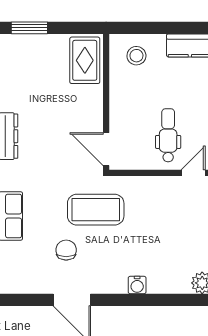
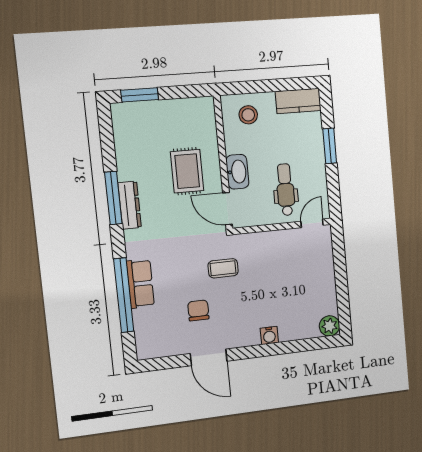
rug: (85, 60) -> (187, 171), moved
washbasin: (120, 112) -> (237, 172), added
coffee table: (96, 210) -> (223, 268), width x0.54, depth x0.58

